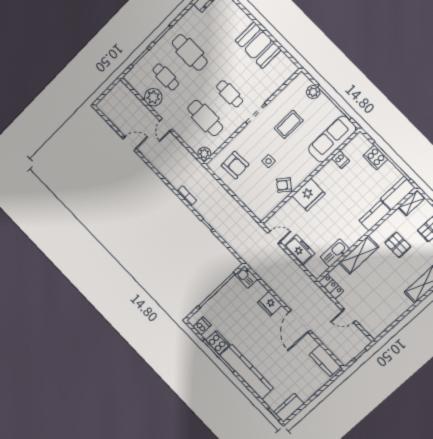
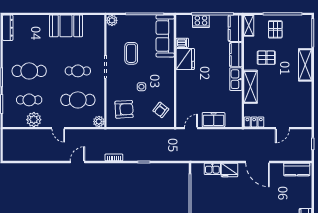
plant: (313, 92) -> (112, 20), moved
door: (130, 144) -> (77, 162), moved
armchair: (284, 185) -> (161, 110), moved
fridge: (309, 195) -> (185, 59), moved
kitchen sink: (335, 253) -> (236, 79), moved
kitchen sink: (246, 277) -> (212, 169), moved

